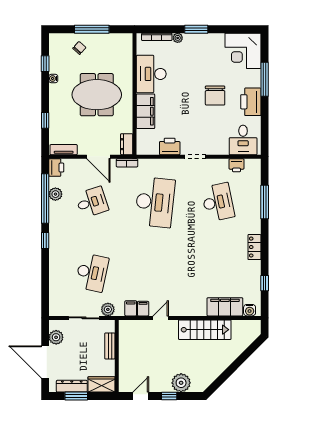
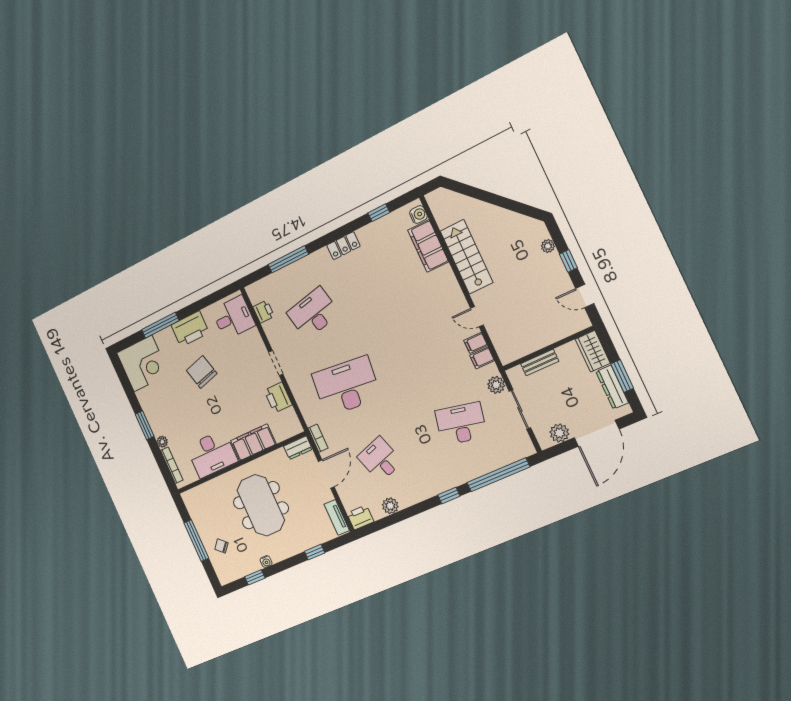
chair: (215, 96) -> (202, 372), turned -105
window: (45, 199) -> (498, 475), moved
plant: (181, 383) -> (548, 246), width x0.53, depth x0.53

